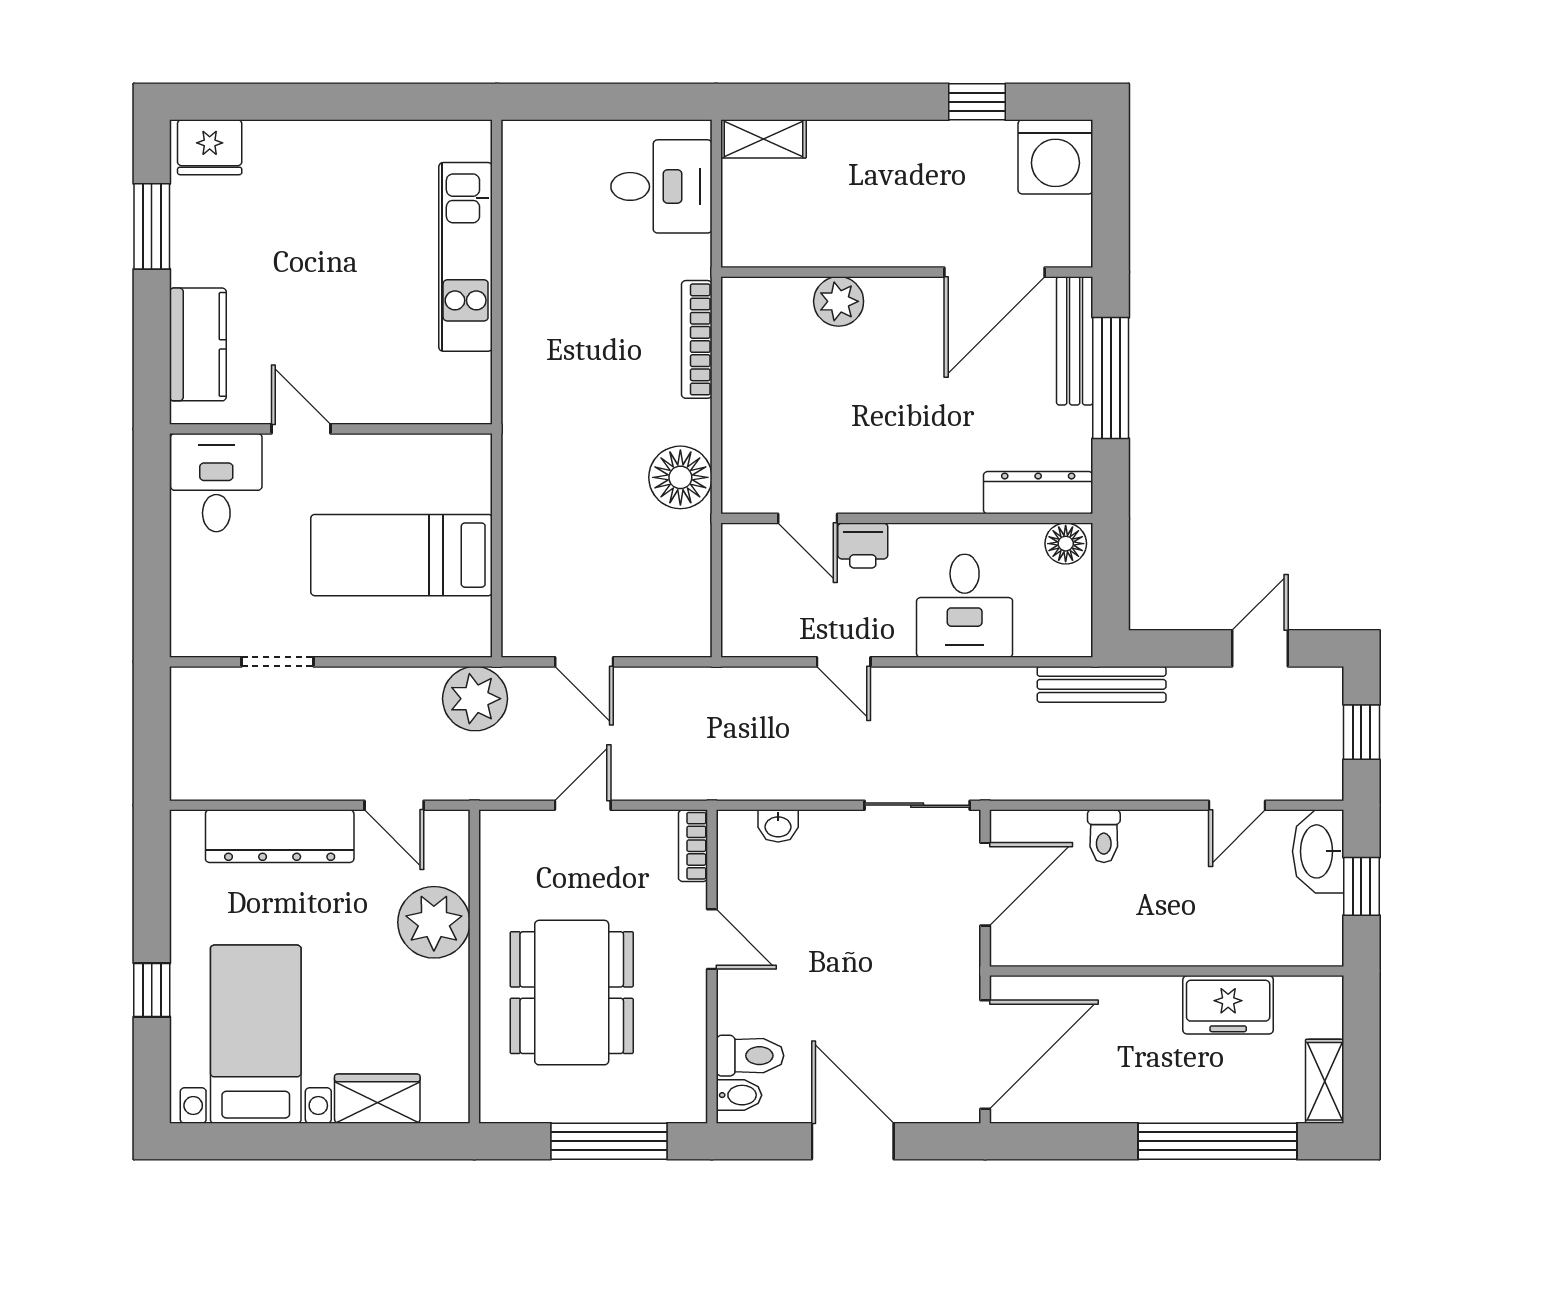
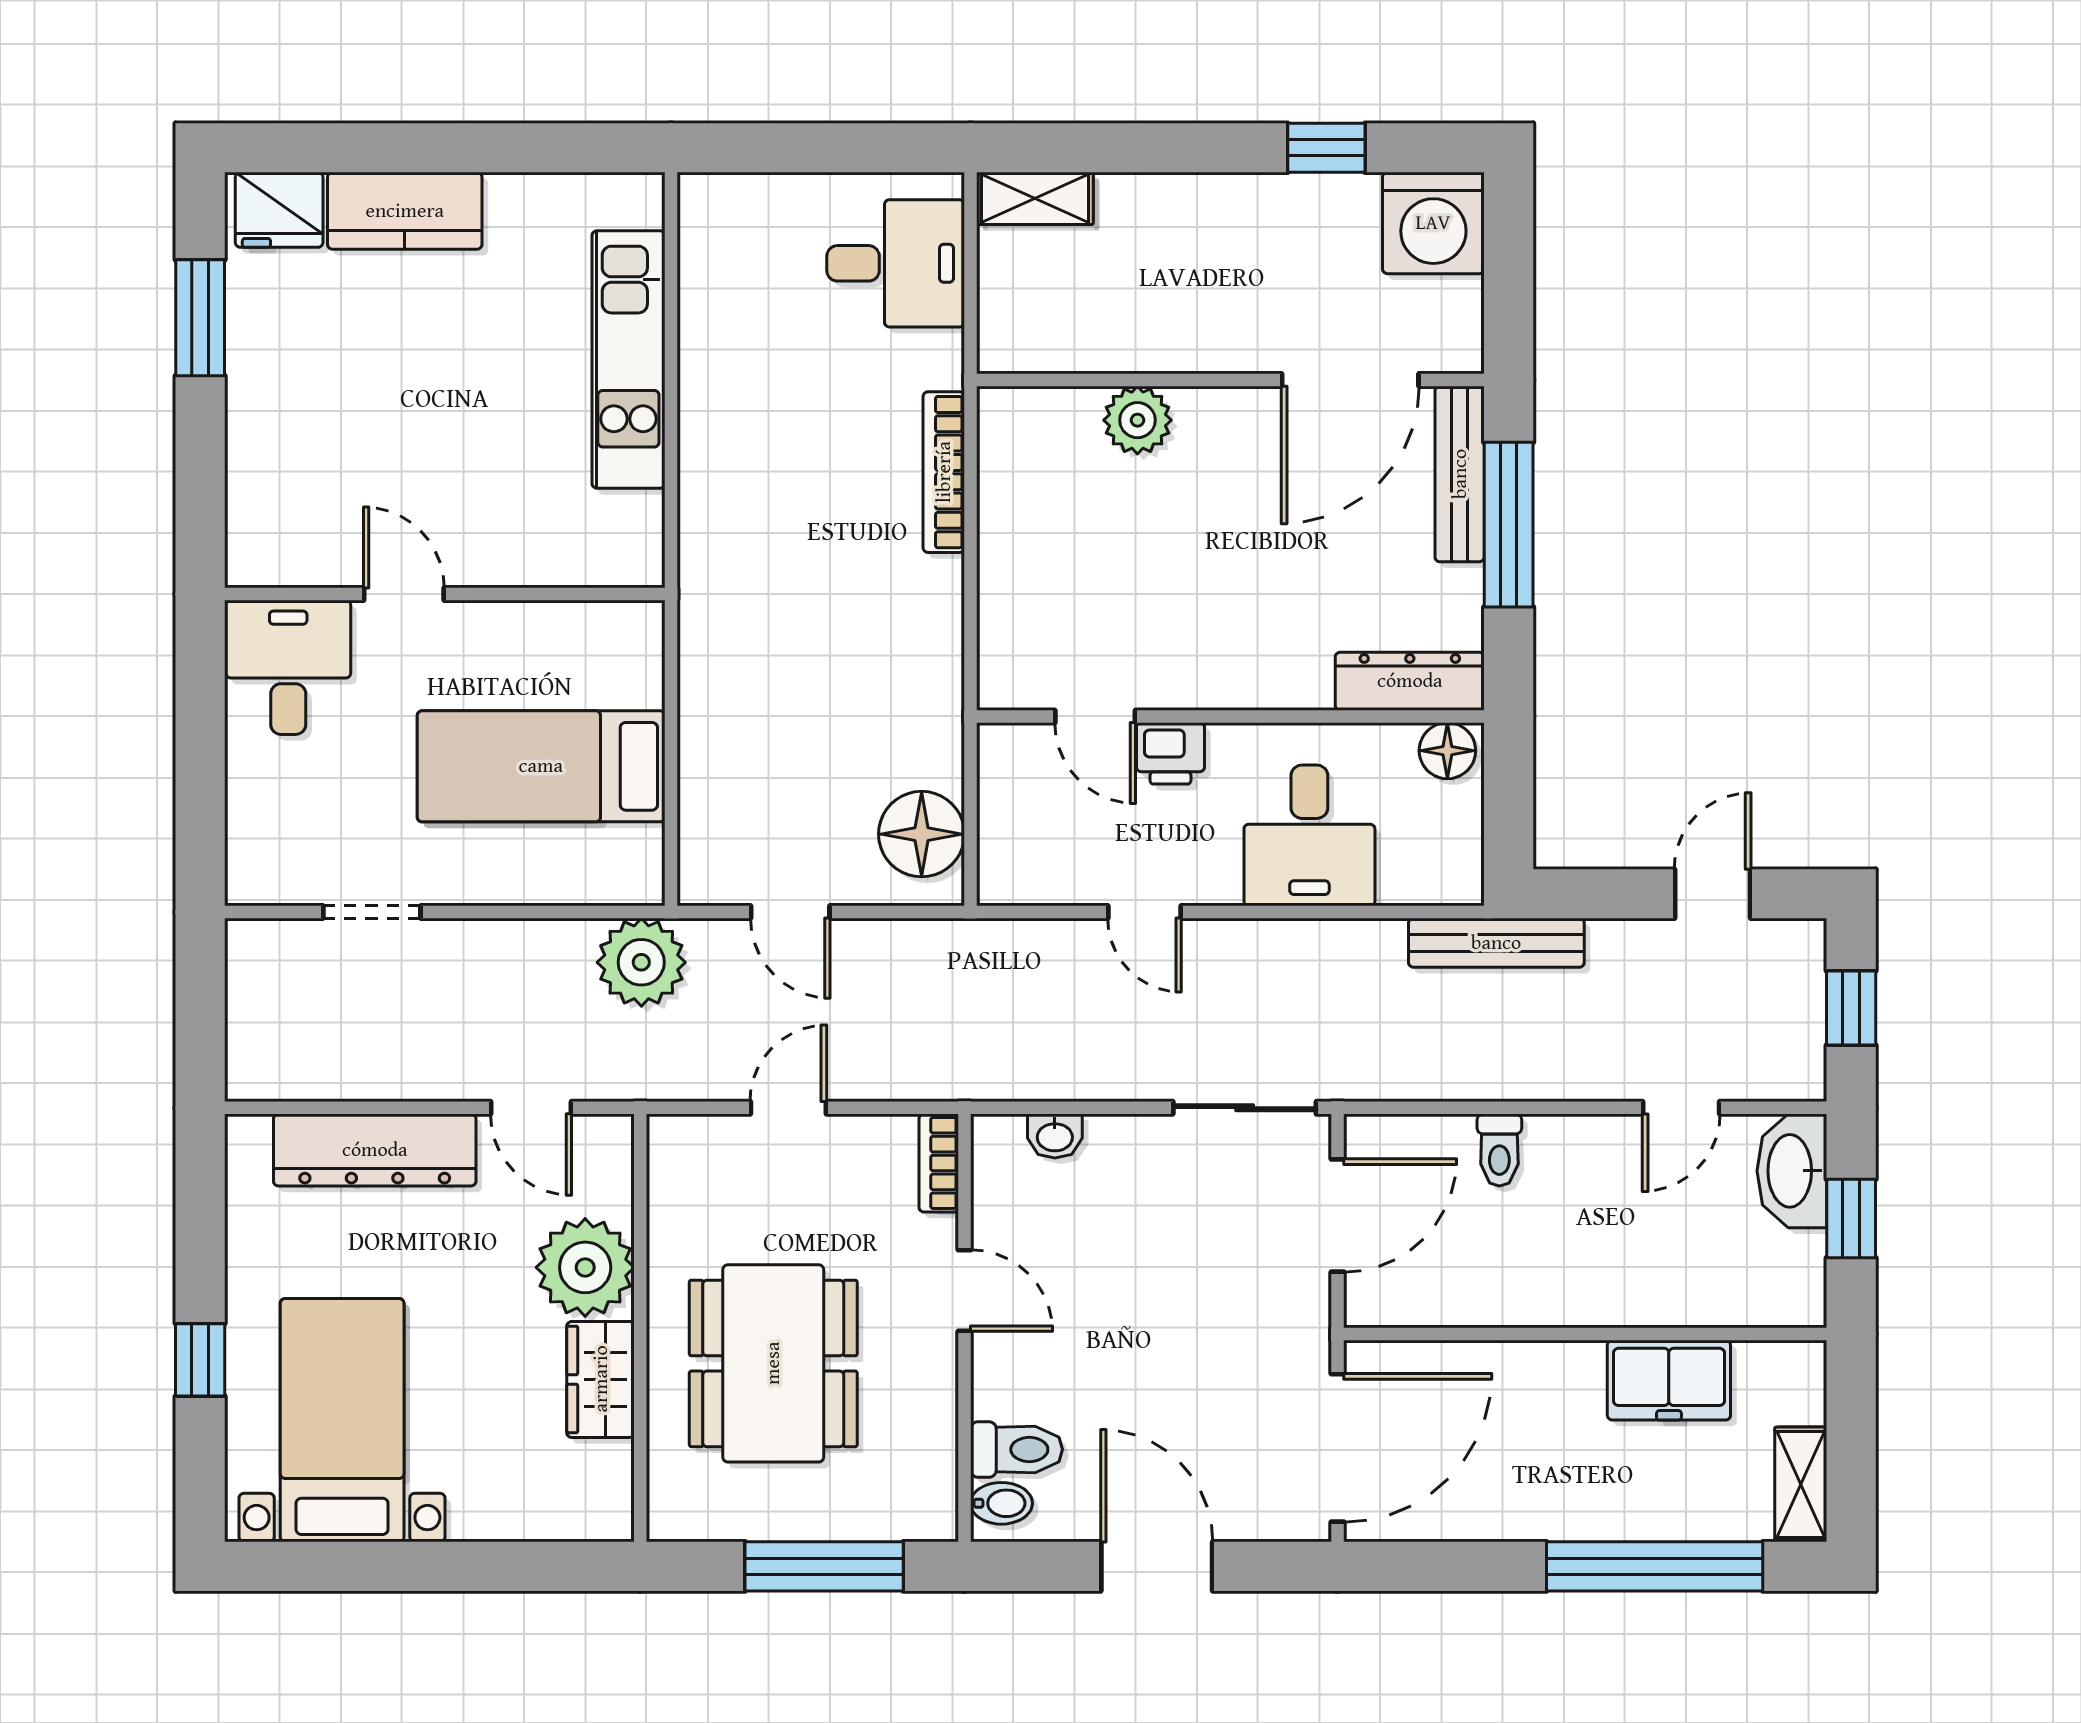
kitchen counter: (198, 344) -> (405, 211), moved, turned 90
floor lamp: (680, 477) -> (922, 834), moved
wardrobe: (377, 1099) -> (601, 1379), moved, turned -90

